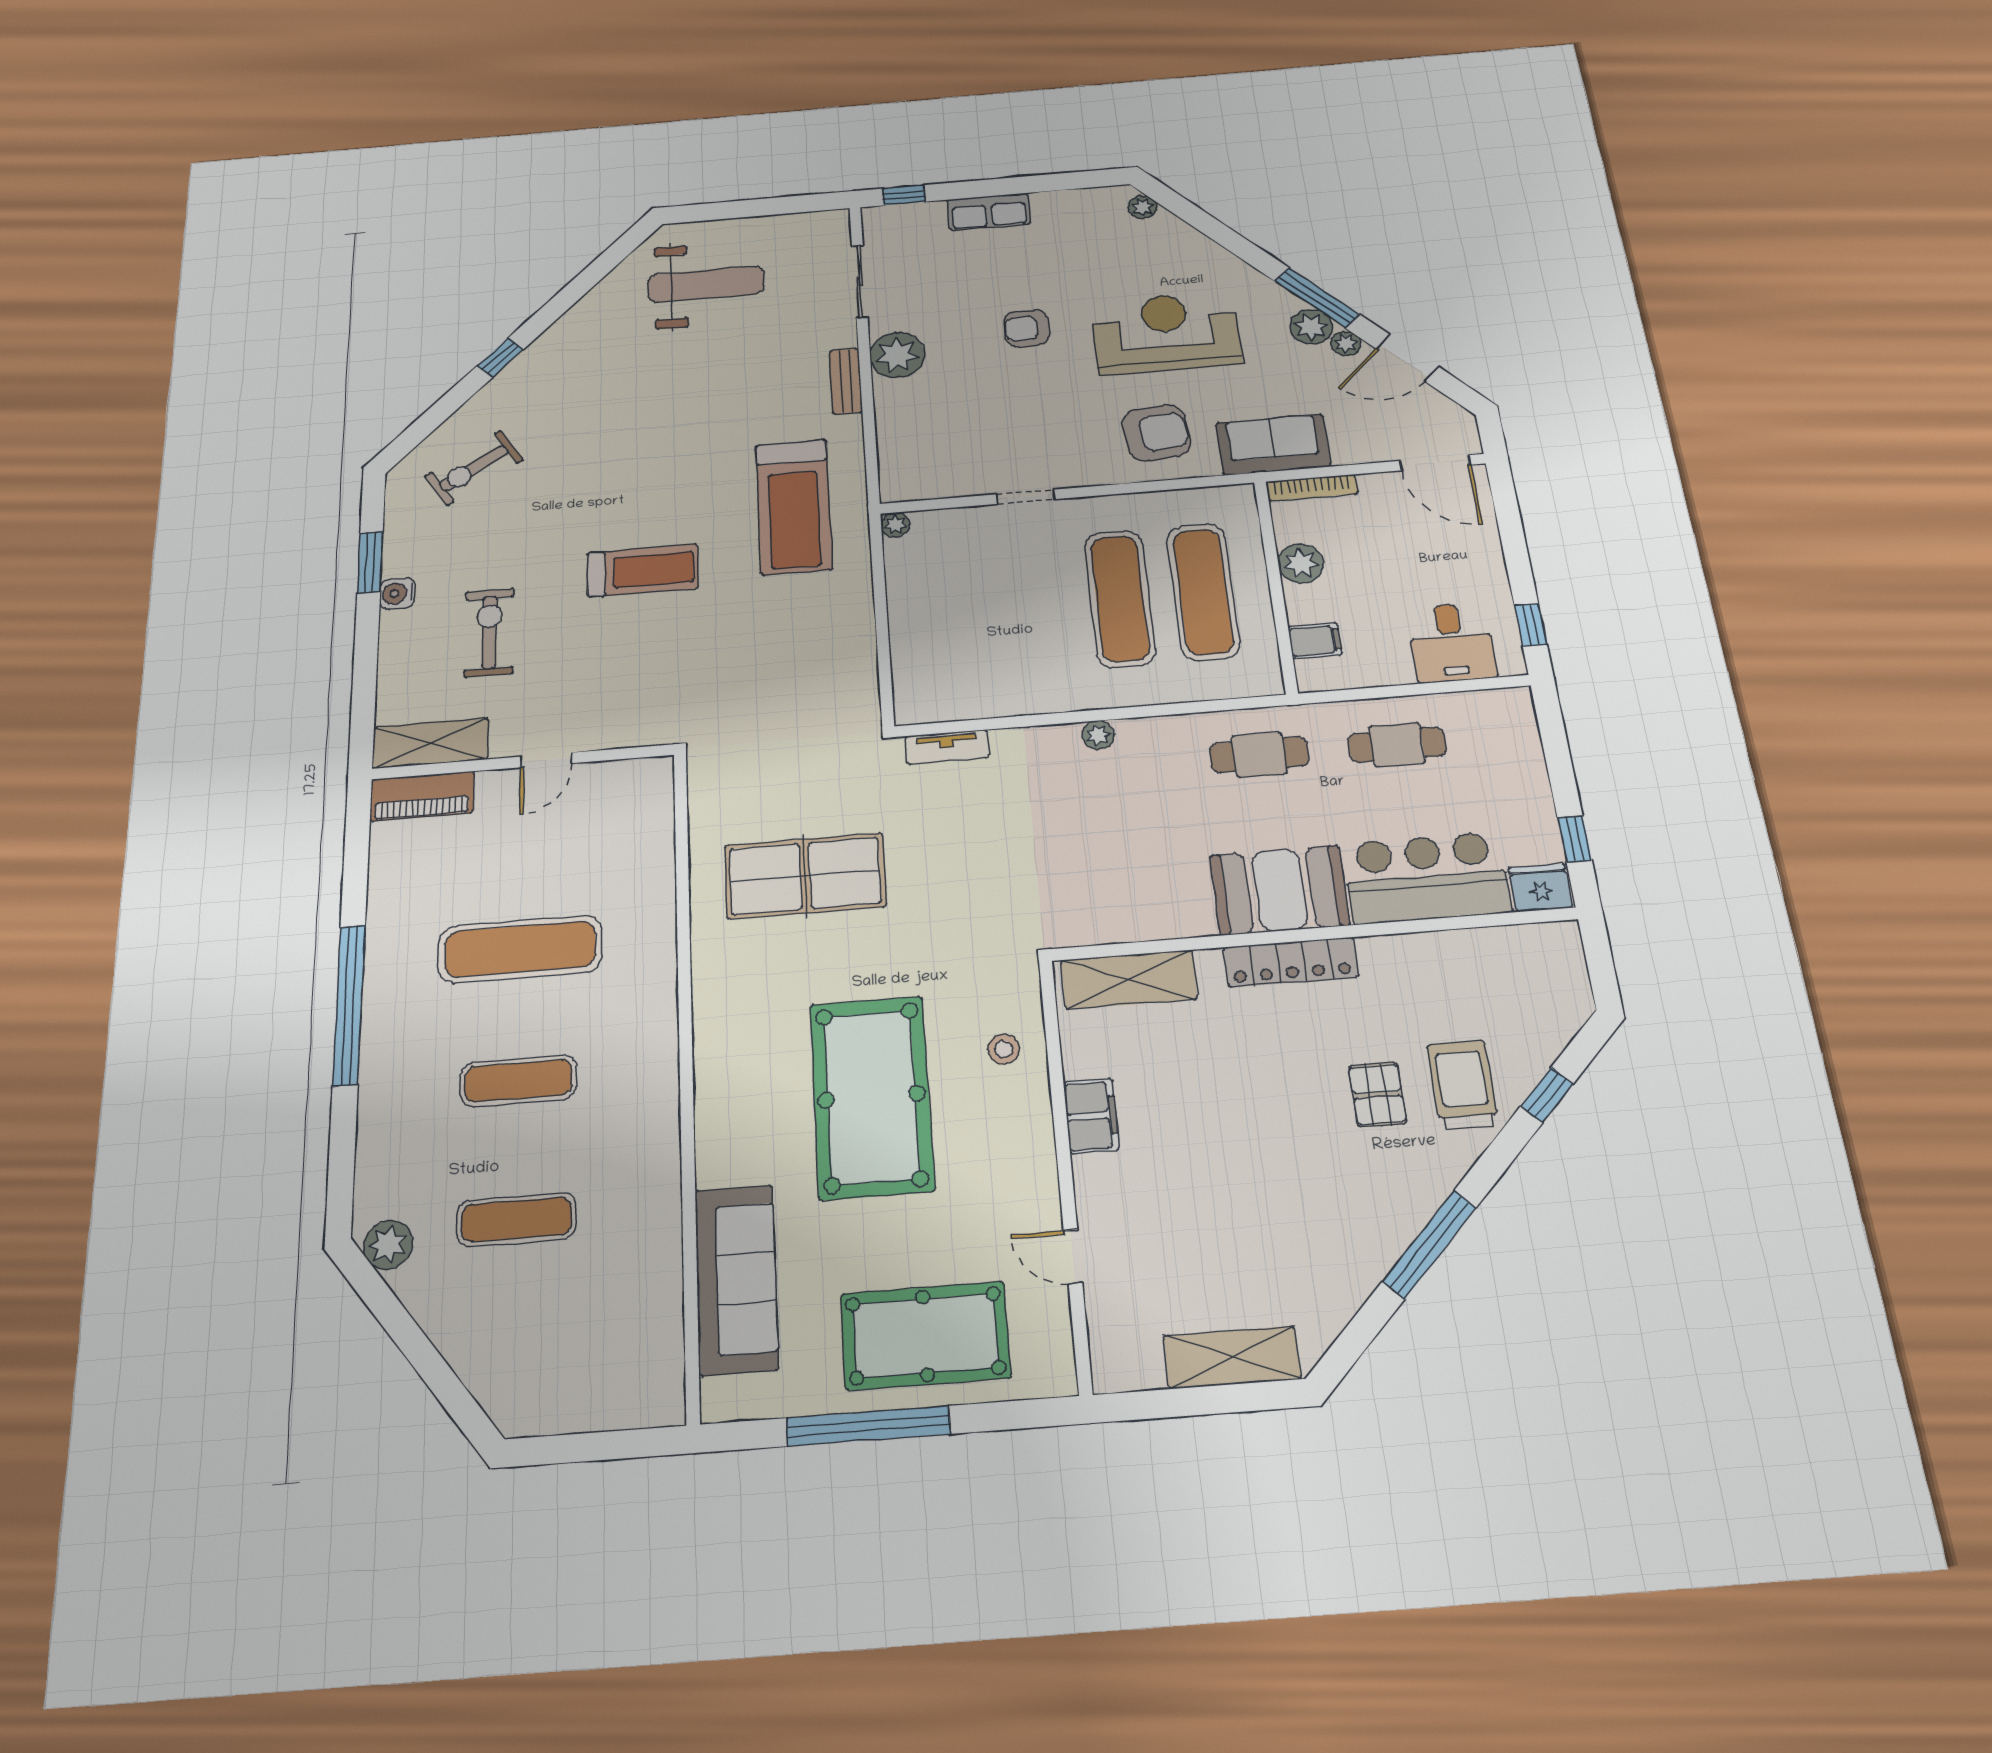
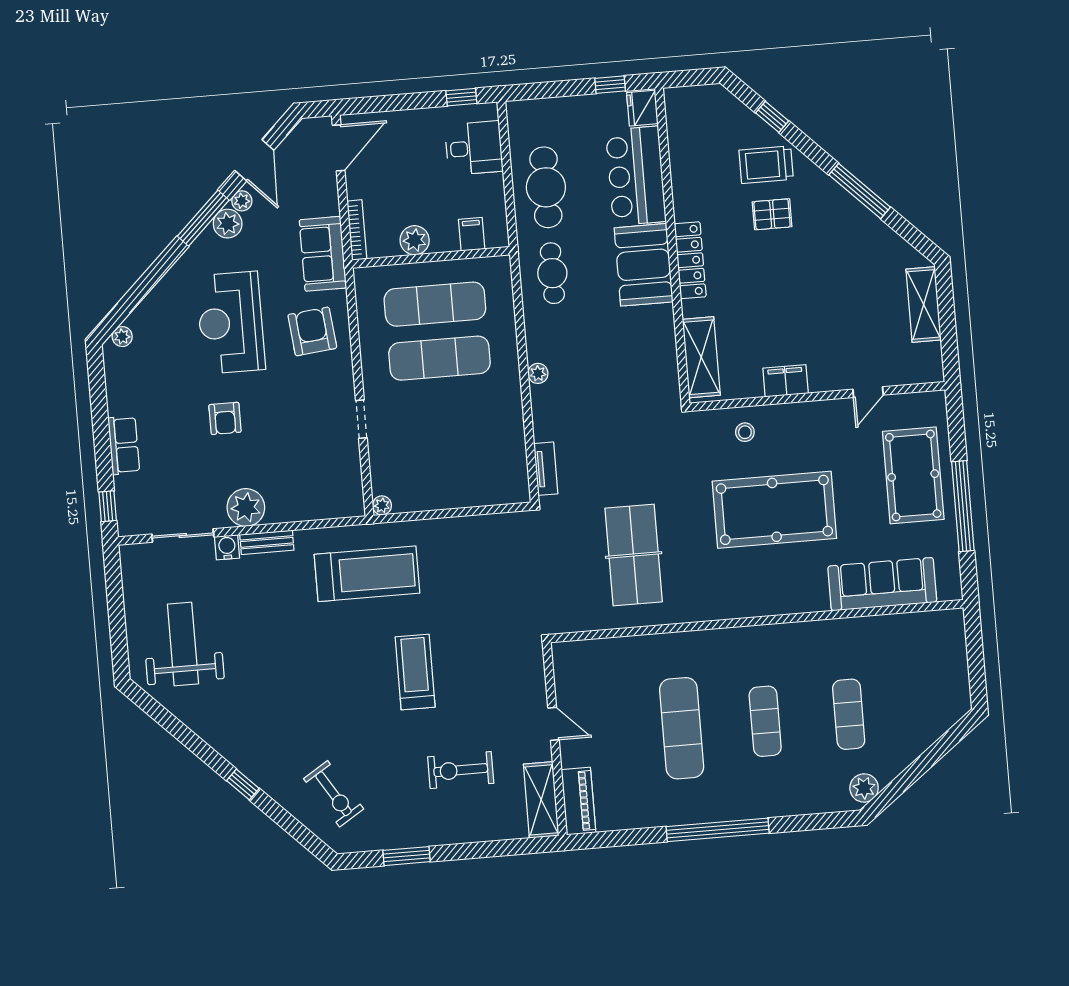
water cooler: (397, 593) -> (227, 547), moved, turned 180
cafe table: (1397, 745) -> (546, 187), width x1.37, depth x1.35

